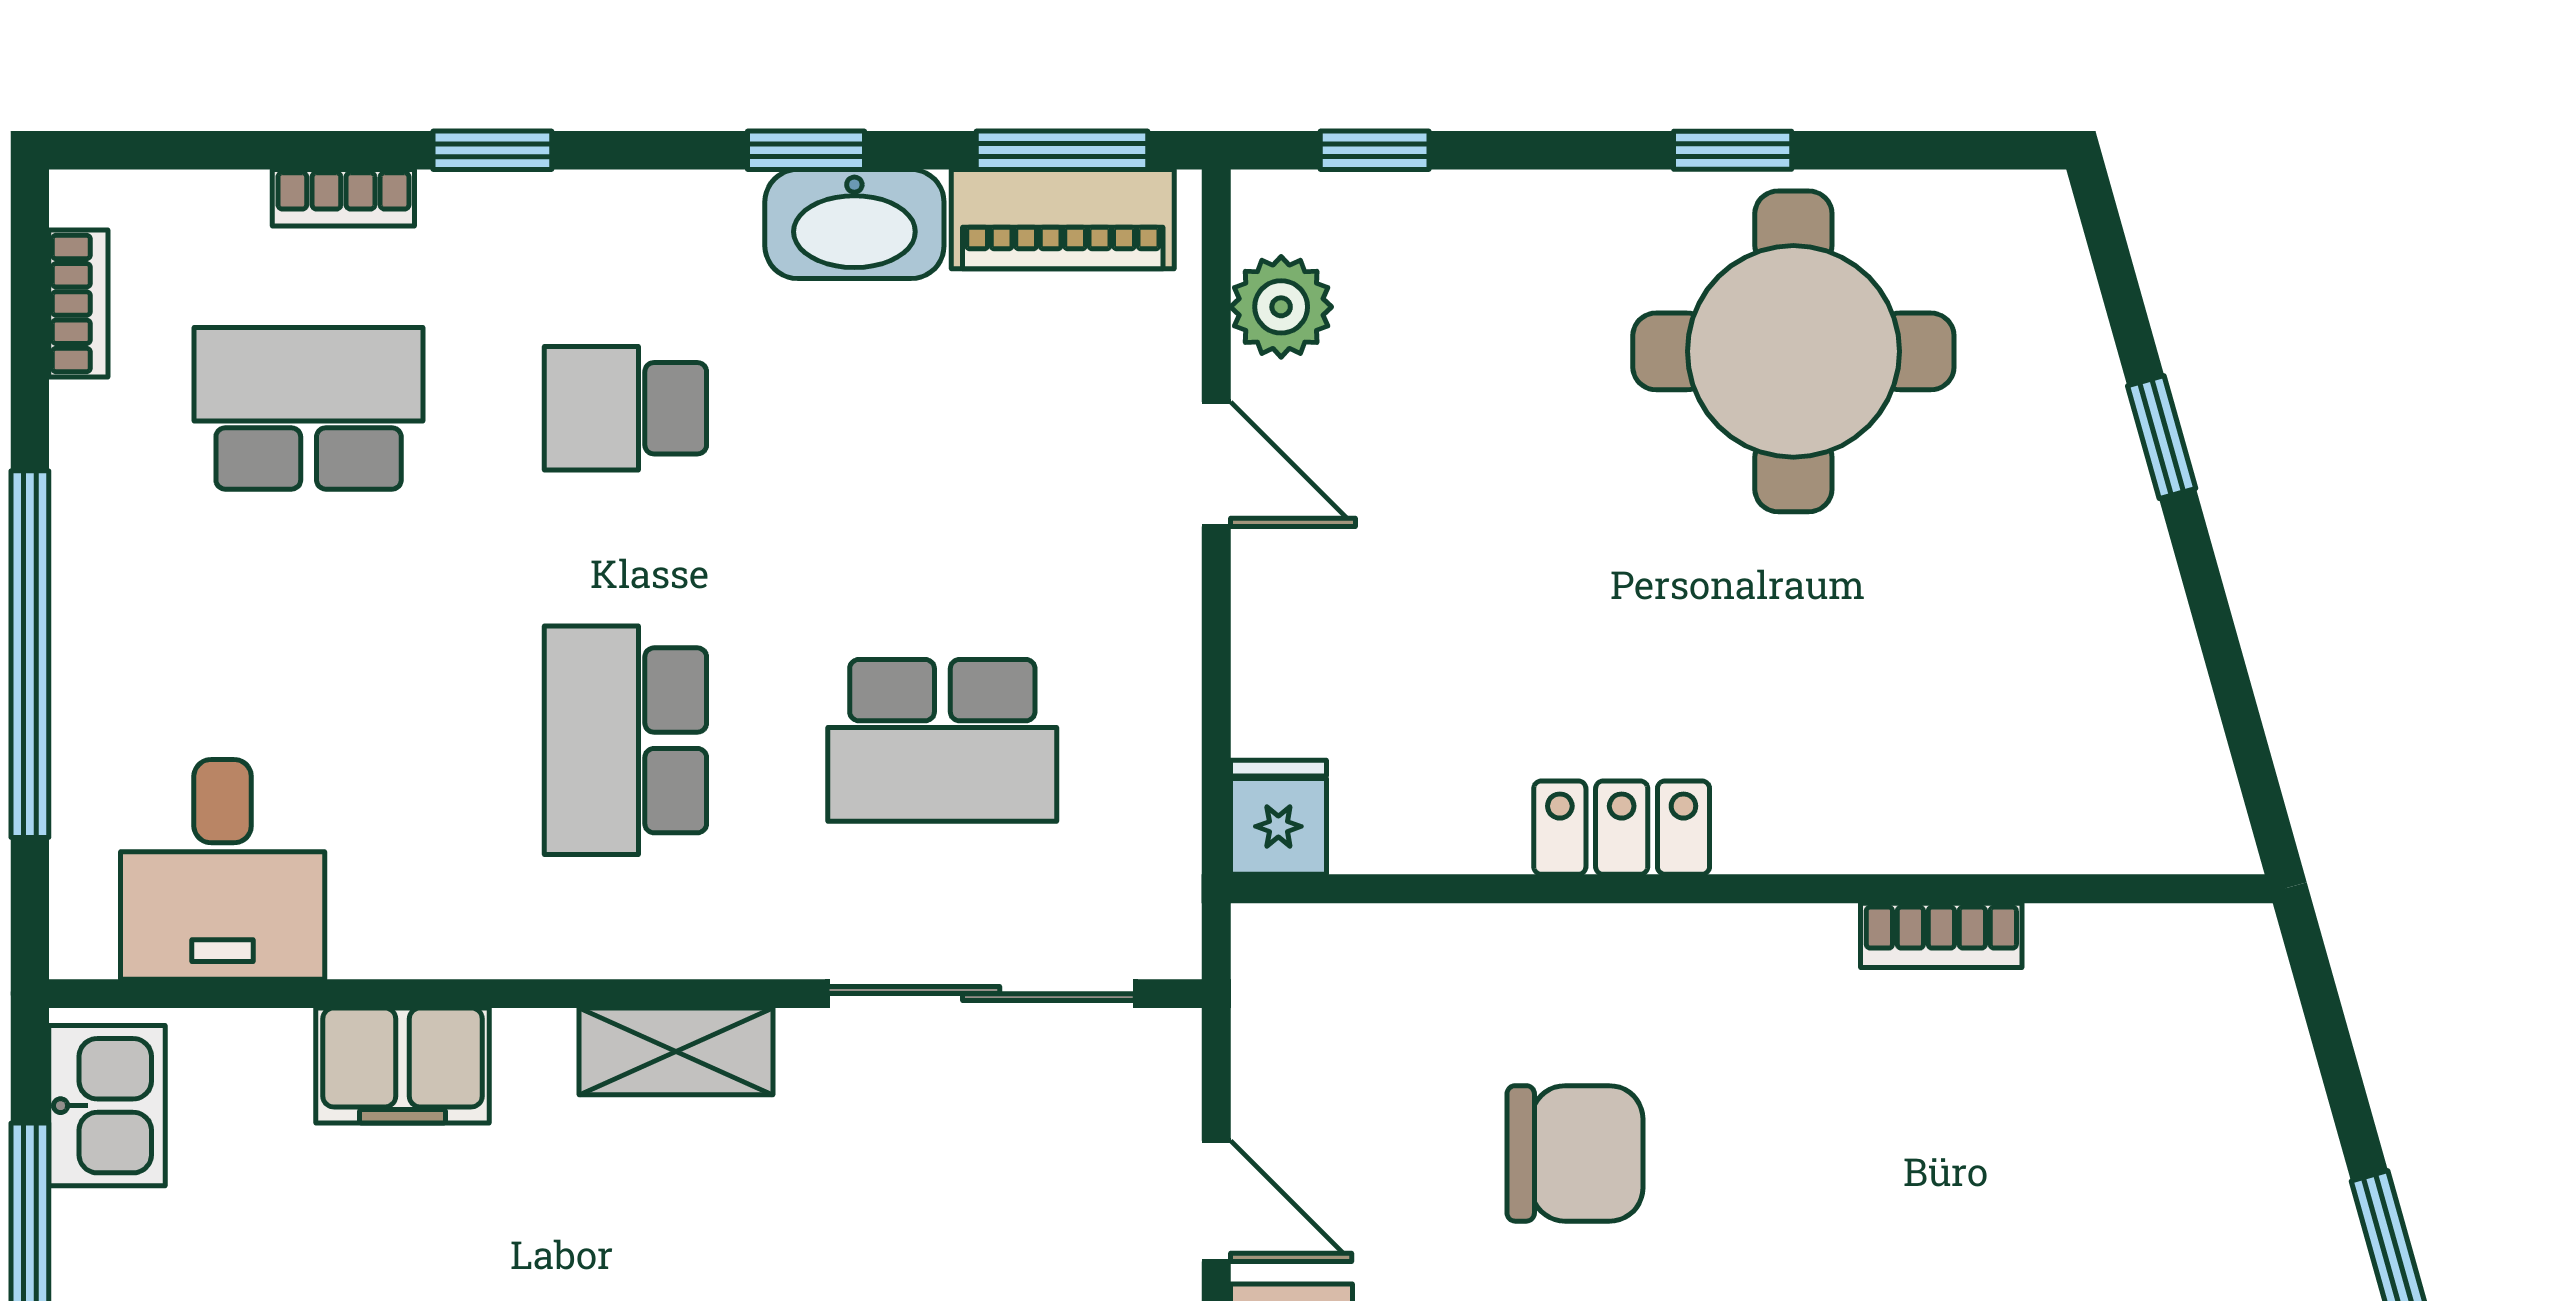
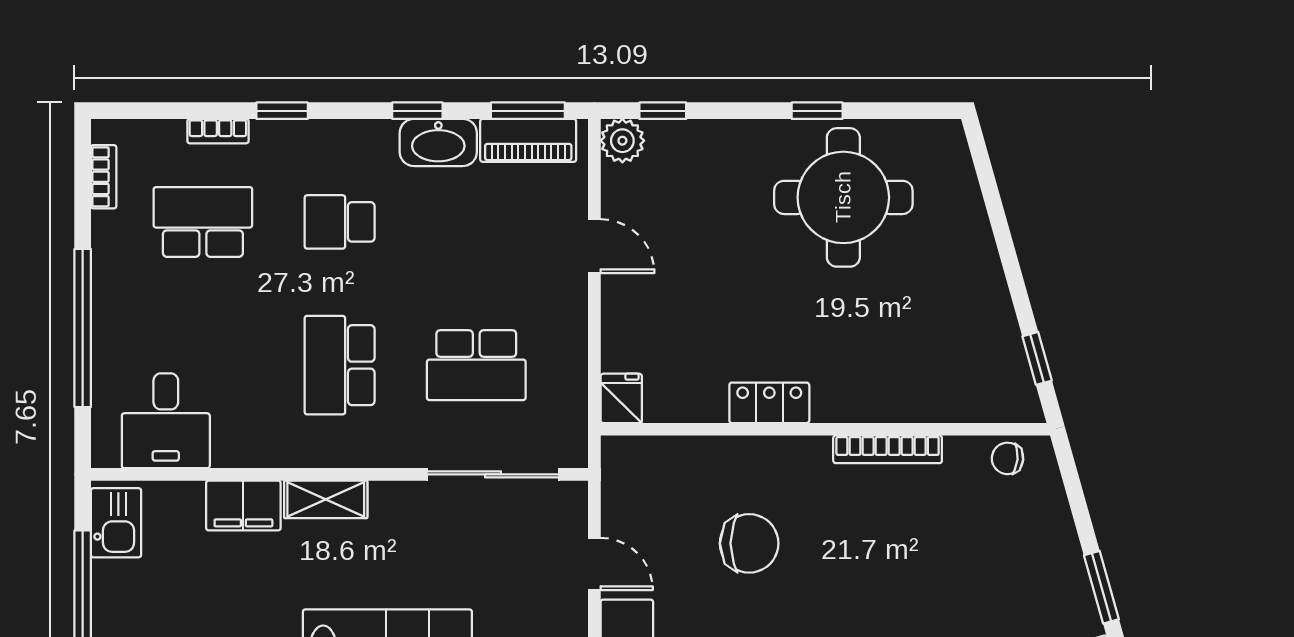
plant: (1281, 307) -> (622, 141), moved
window: (2162, 437) -> (1037, 358), moved
bookcase: (1941, 935) -> (888, 449), width x1.56
chair: (2174, 956) -> (1008, 458), added
shelving: (676, 1051) -> (326, 499), moved

